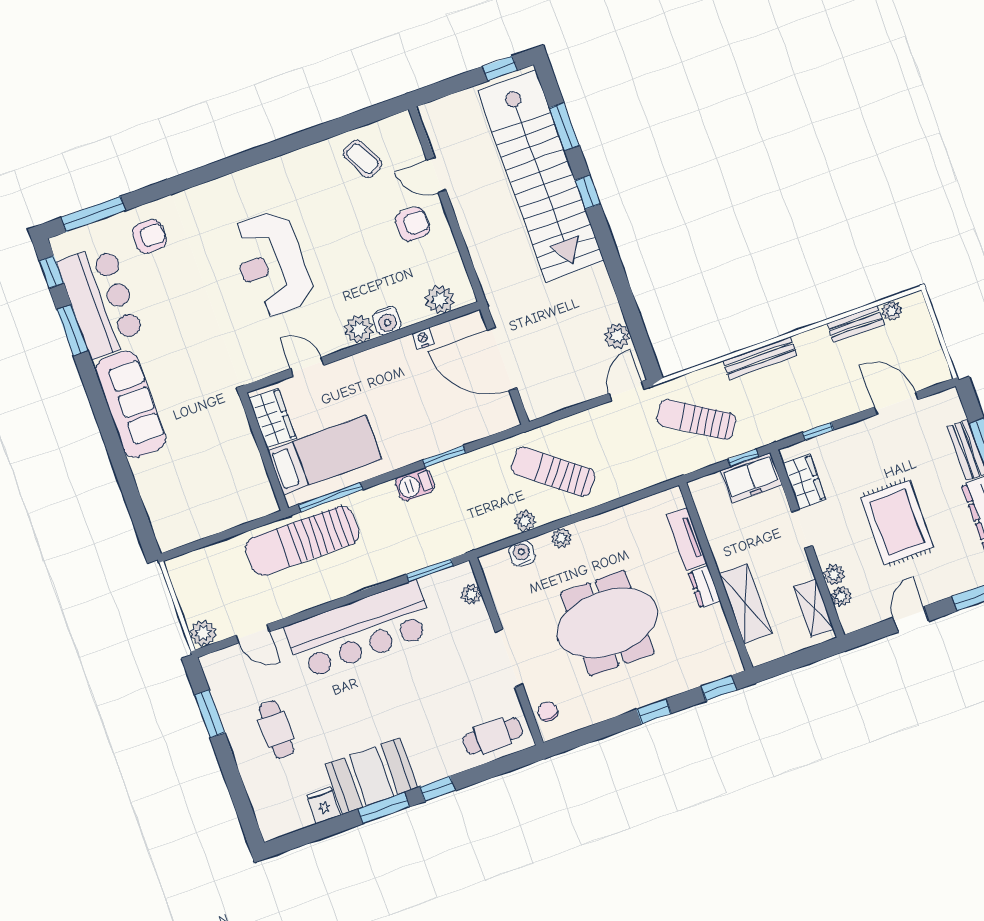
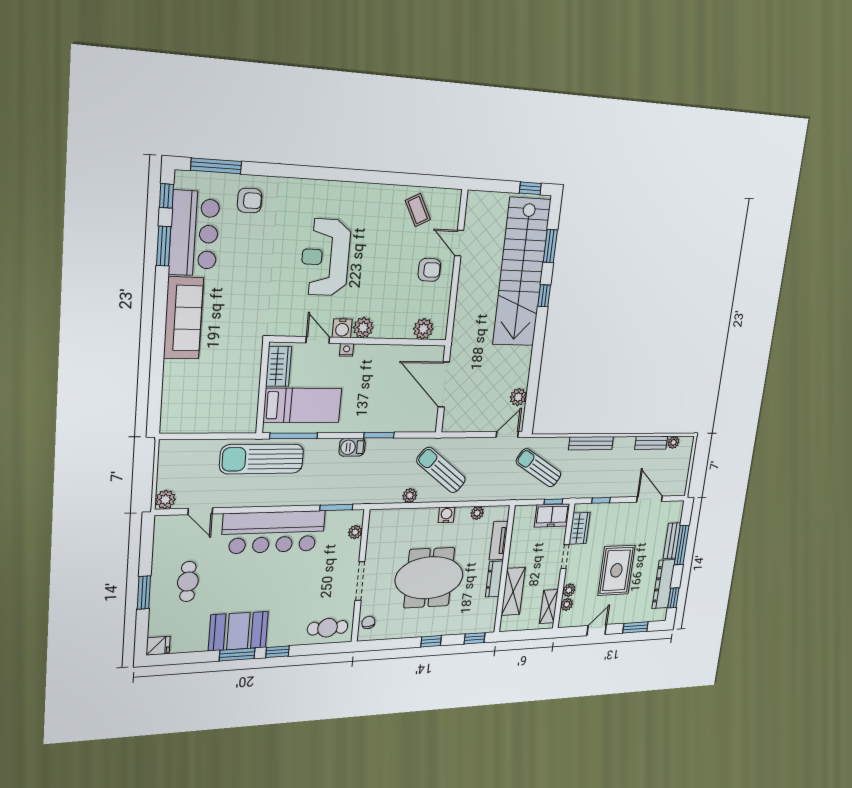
water cooler: (387, 321) -> (342, 328), moved
nightstand: (423, 339) -> (347, 350), moved
plant: (561, 538) -> (477, 513), moved
water cooler: (522, 554) -> (446, 515), moved
dresser: (704, 587) -> (494, 579), width x1.44
window: (210, 714) -> (144, 593), moved
fridge: (324, 805) -> (158, 646), moved, turned 90

